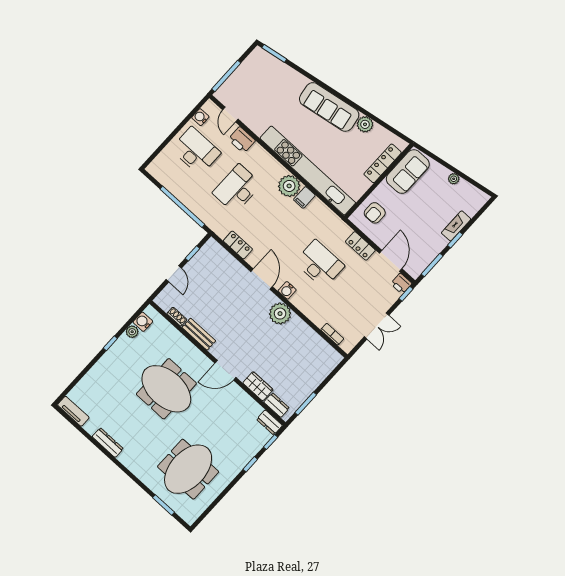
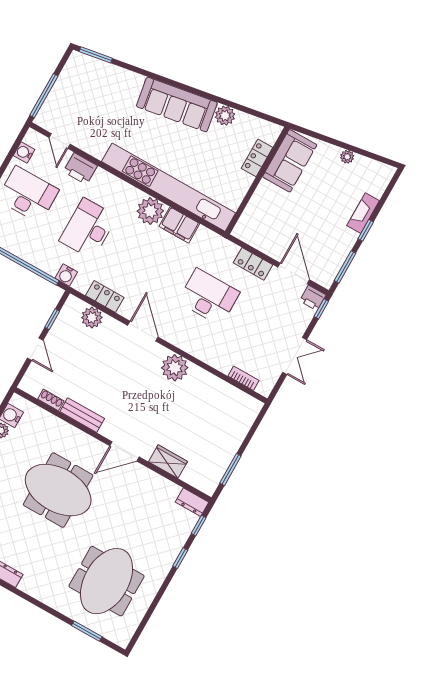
locker: (383, 163) -> (257, 158), width x0.66
filing cabinet: (304, 197) -> (179, 225), width x2.00
armchair: (375, 213) -> (261, 220), removed
plant: (224, 259) -> (92, 318), added
water cooler: (287, 290) -> (66, 275), moved
dresser: (277, 405) -> (196, 479), removed

